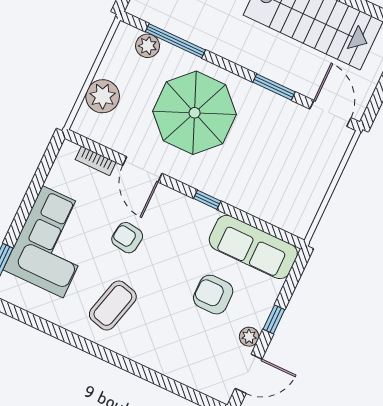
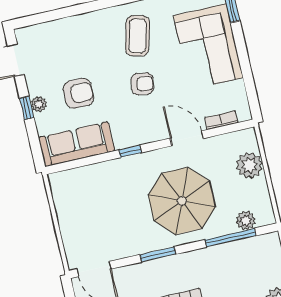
window: (274, 87) -> (158, 254), moved
armchair: (127, 238) -> (142, 84), moved
plant: (249, 337) -> (39, 104), moved

